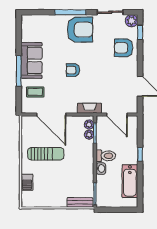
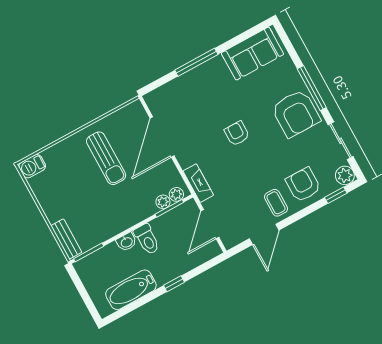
sofa: (32, 60) -> (252, 54), moved
coffee table: (35, 92) -> (276, 203), moved
barbecue: (27, 182) -> (32, 166), moved

